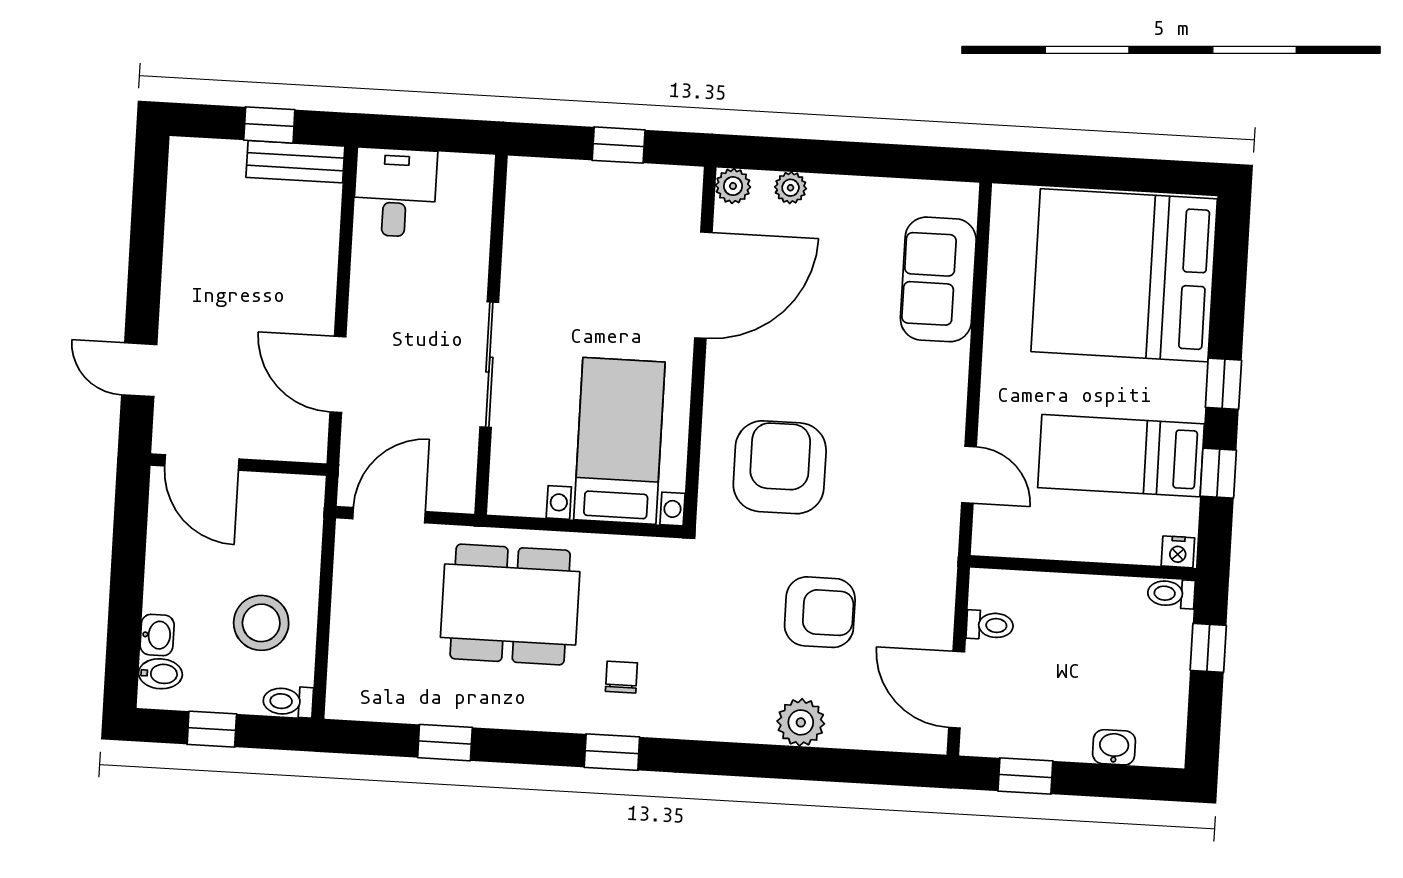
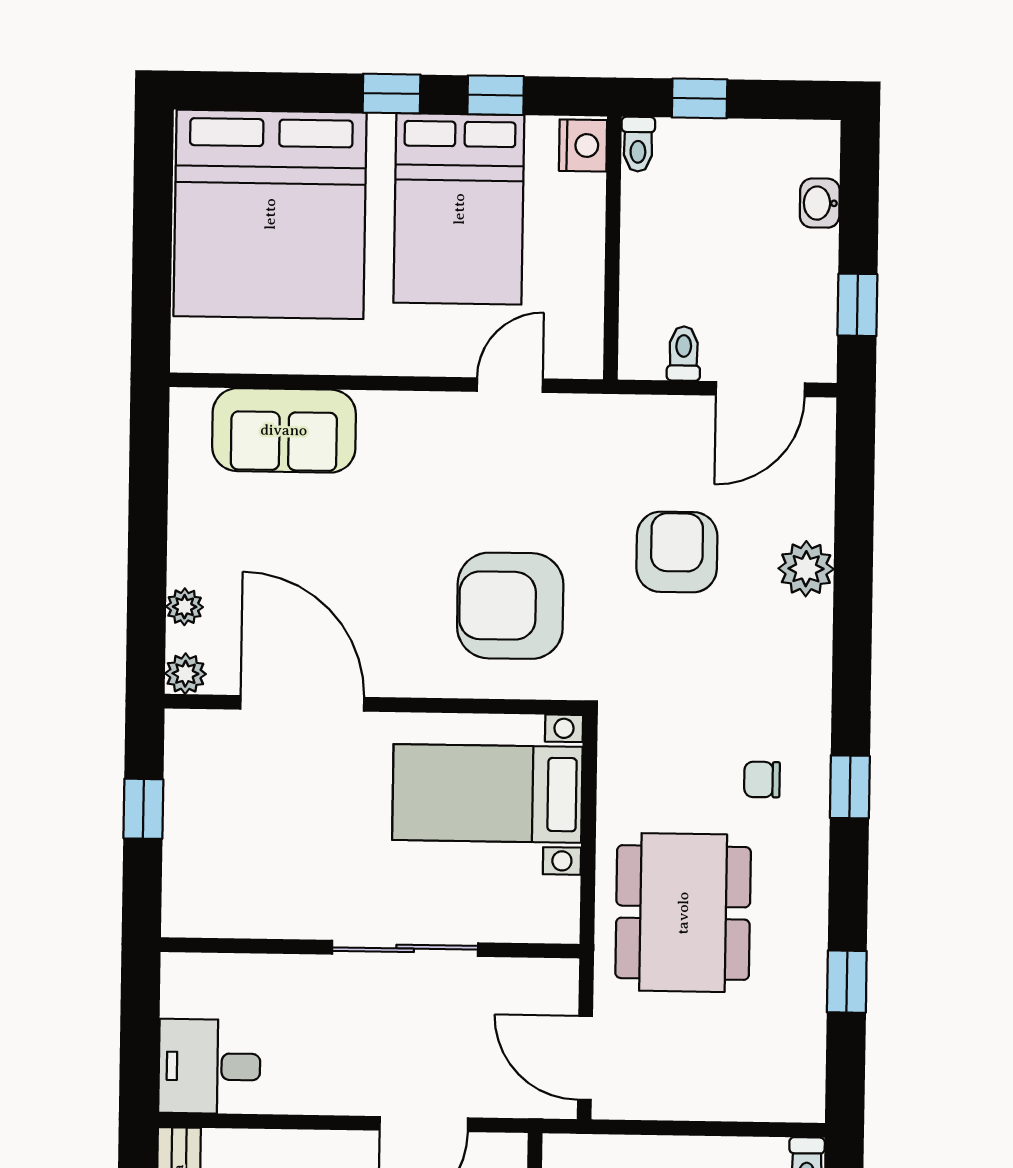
bed: (1121, 456) -> (459, 209), width x1.50
nightstand: (1178, 552) -> (583, 145), width x1.39, depth x1.35

